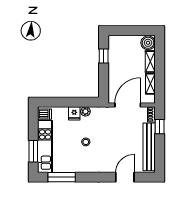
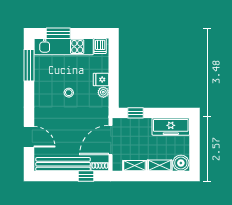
freezer: (116, 52) -> (171, 127), added
window: (104, 56) -> (136, 113), moved
door: (128, 105) -> (111, 140), swing flipped

